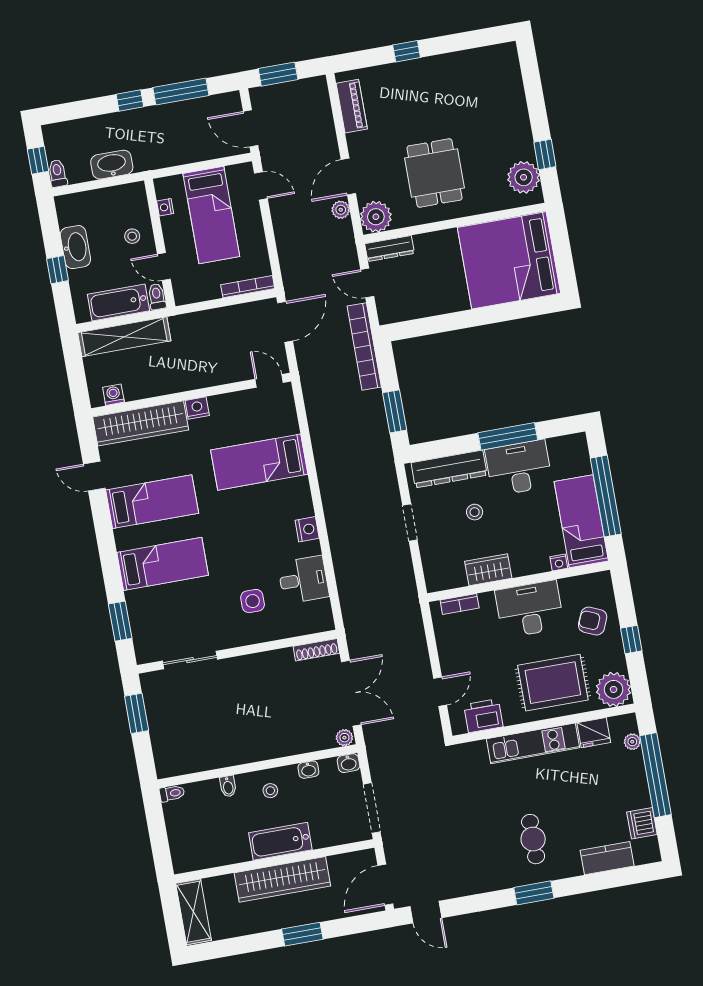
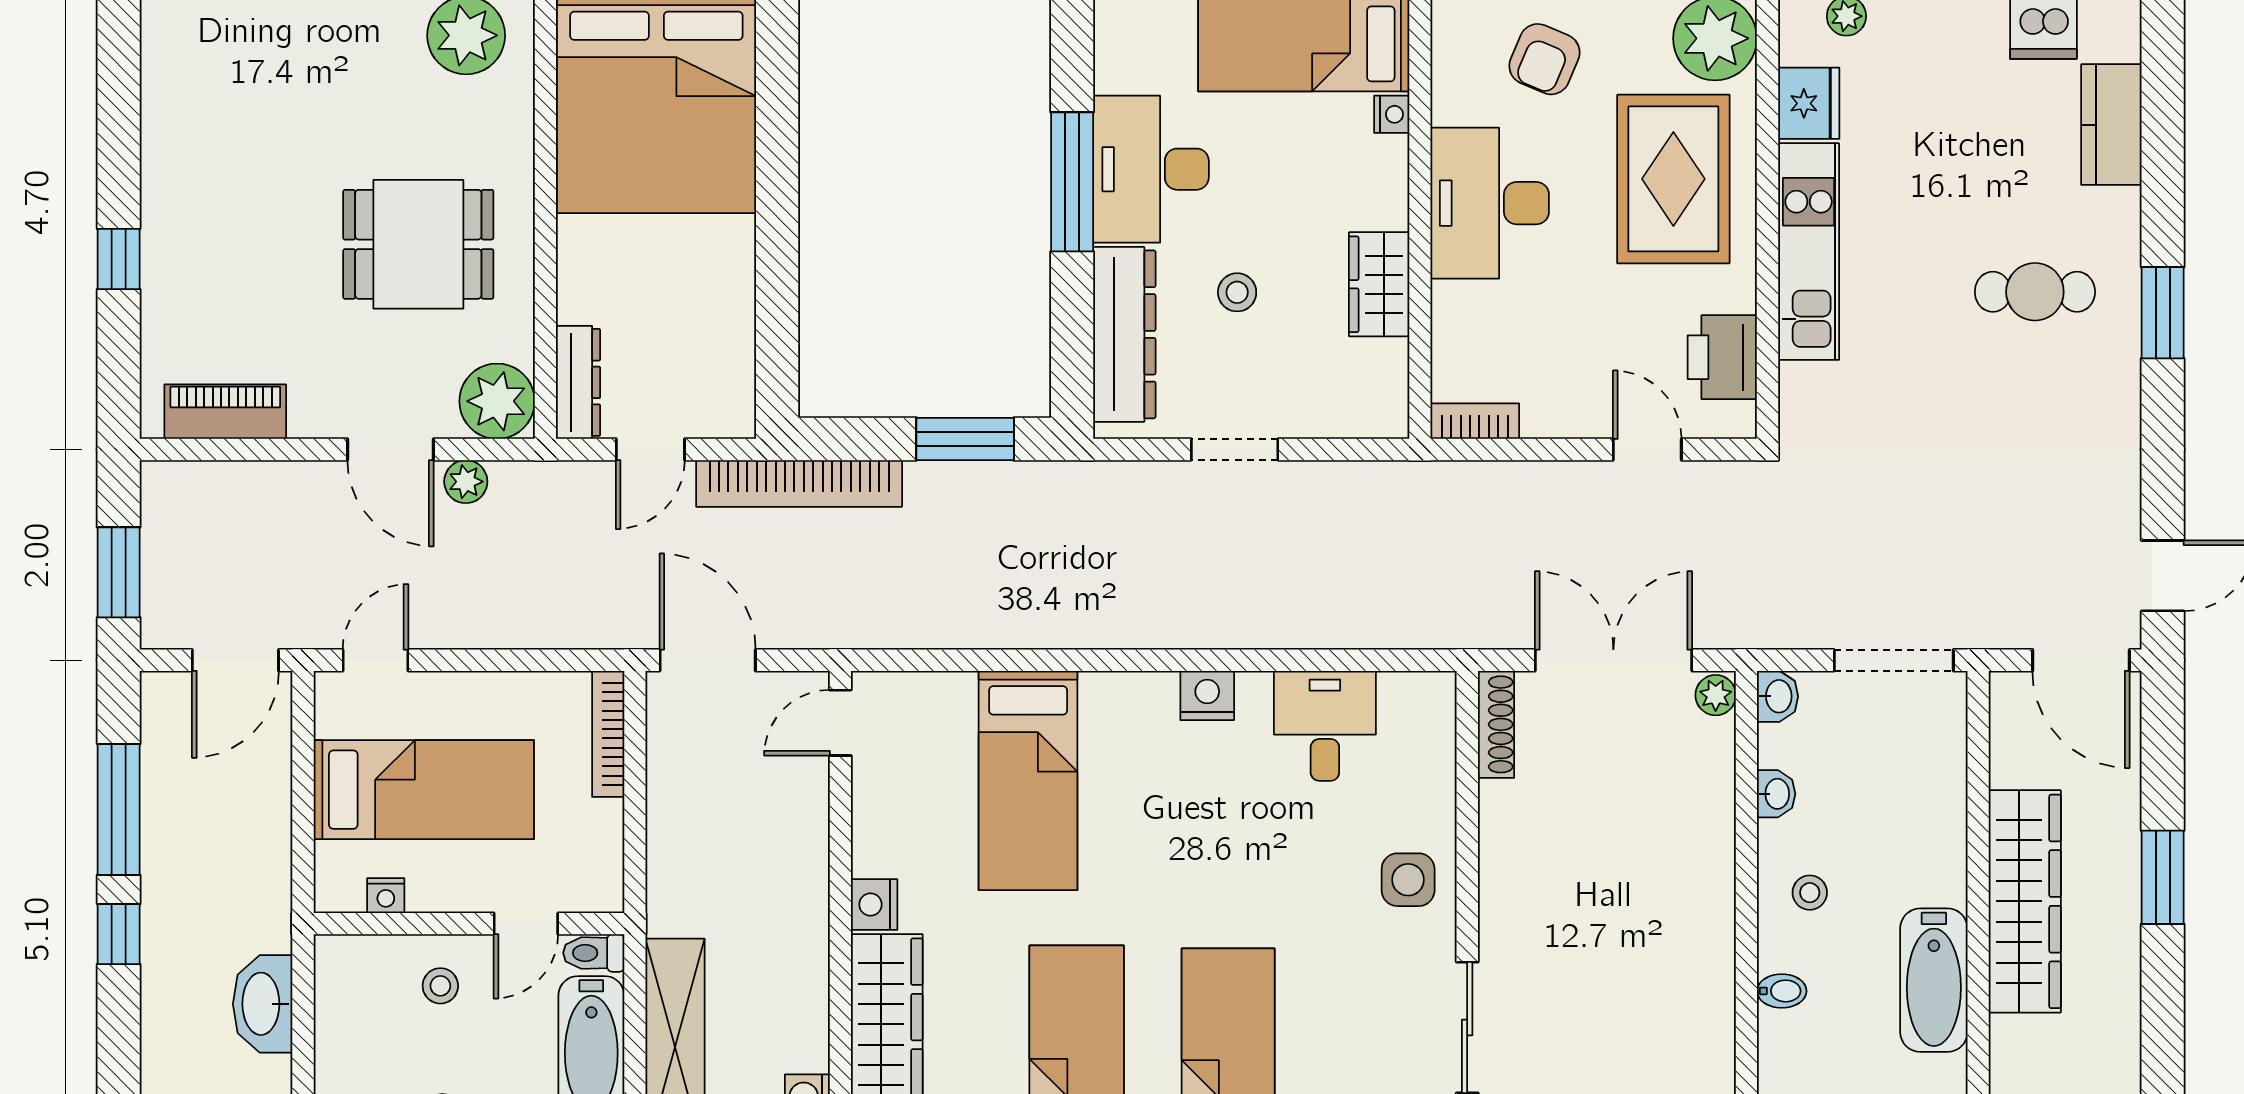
side table: (253, 601) -> (1408, 880), moved
bookcase: (460, 604) -> (1475, 421), moved, turned -90
bathtub: (280, 841) -> (1934, 980), moved

